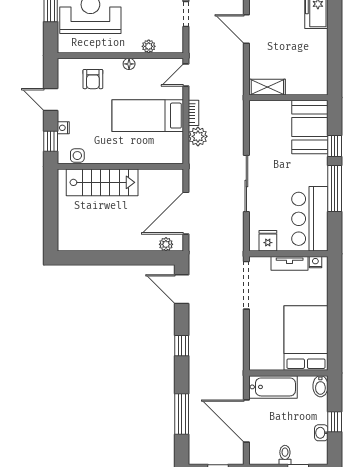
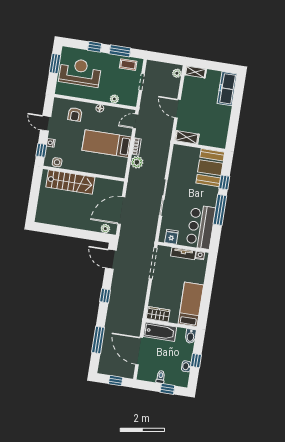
door: (246, 29) -> (178, 109), moved
bed: (306, 338) -> (191, 304), width x0.67
wardrobe: (266, 361) -> (158, 314), added

